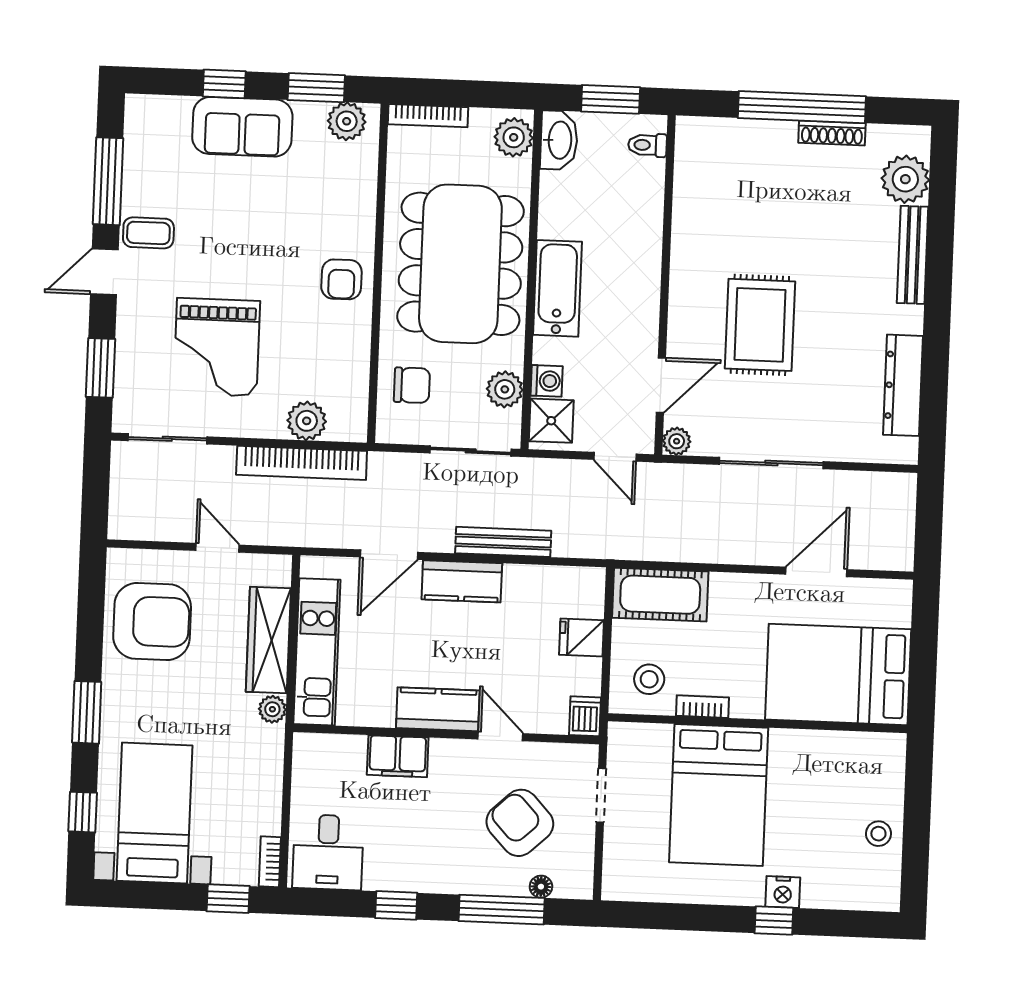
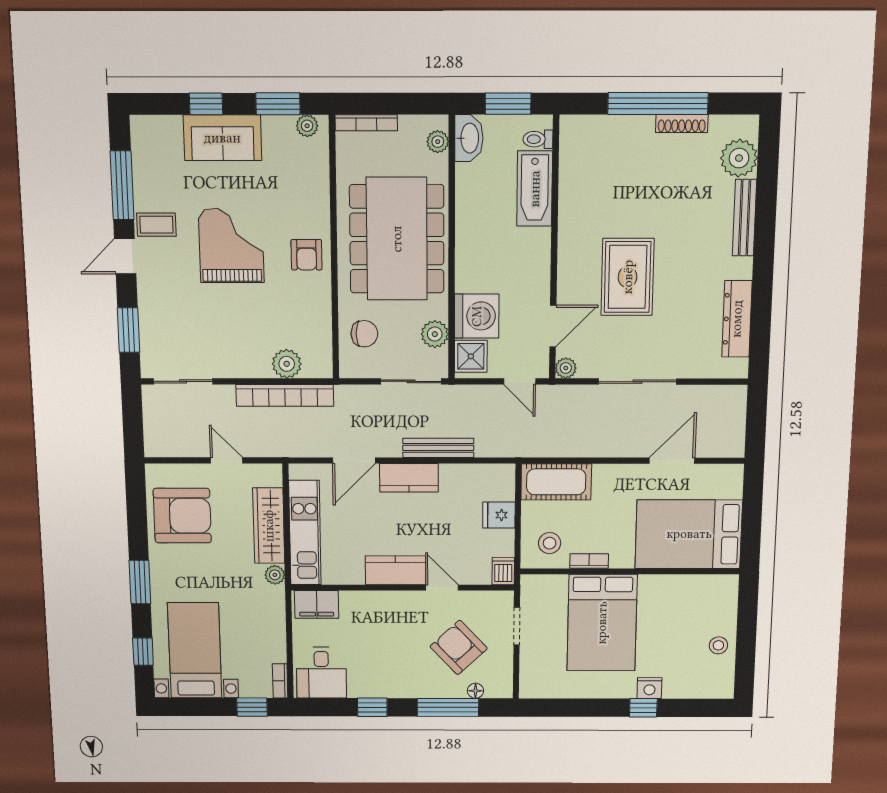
plant: (347, 121) -> (307, 126), width x0.73, depth x0.73
plant: (514, 137) -> (438, 142), width x0.73, depth x0.73
bathtub: (557, 288) -> (535, 189), moved, turned 180
grand piano: (217, 347) -> (231, 246), moved, turned 180
washing machine: (547, 381) -> (477, 316), width x1.89, depth x1.89
filing cabinet: (398, 756) -> (317, 604), moved

